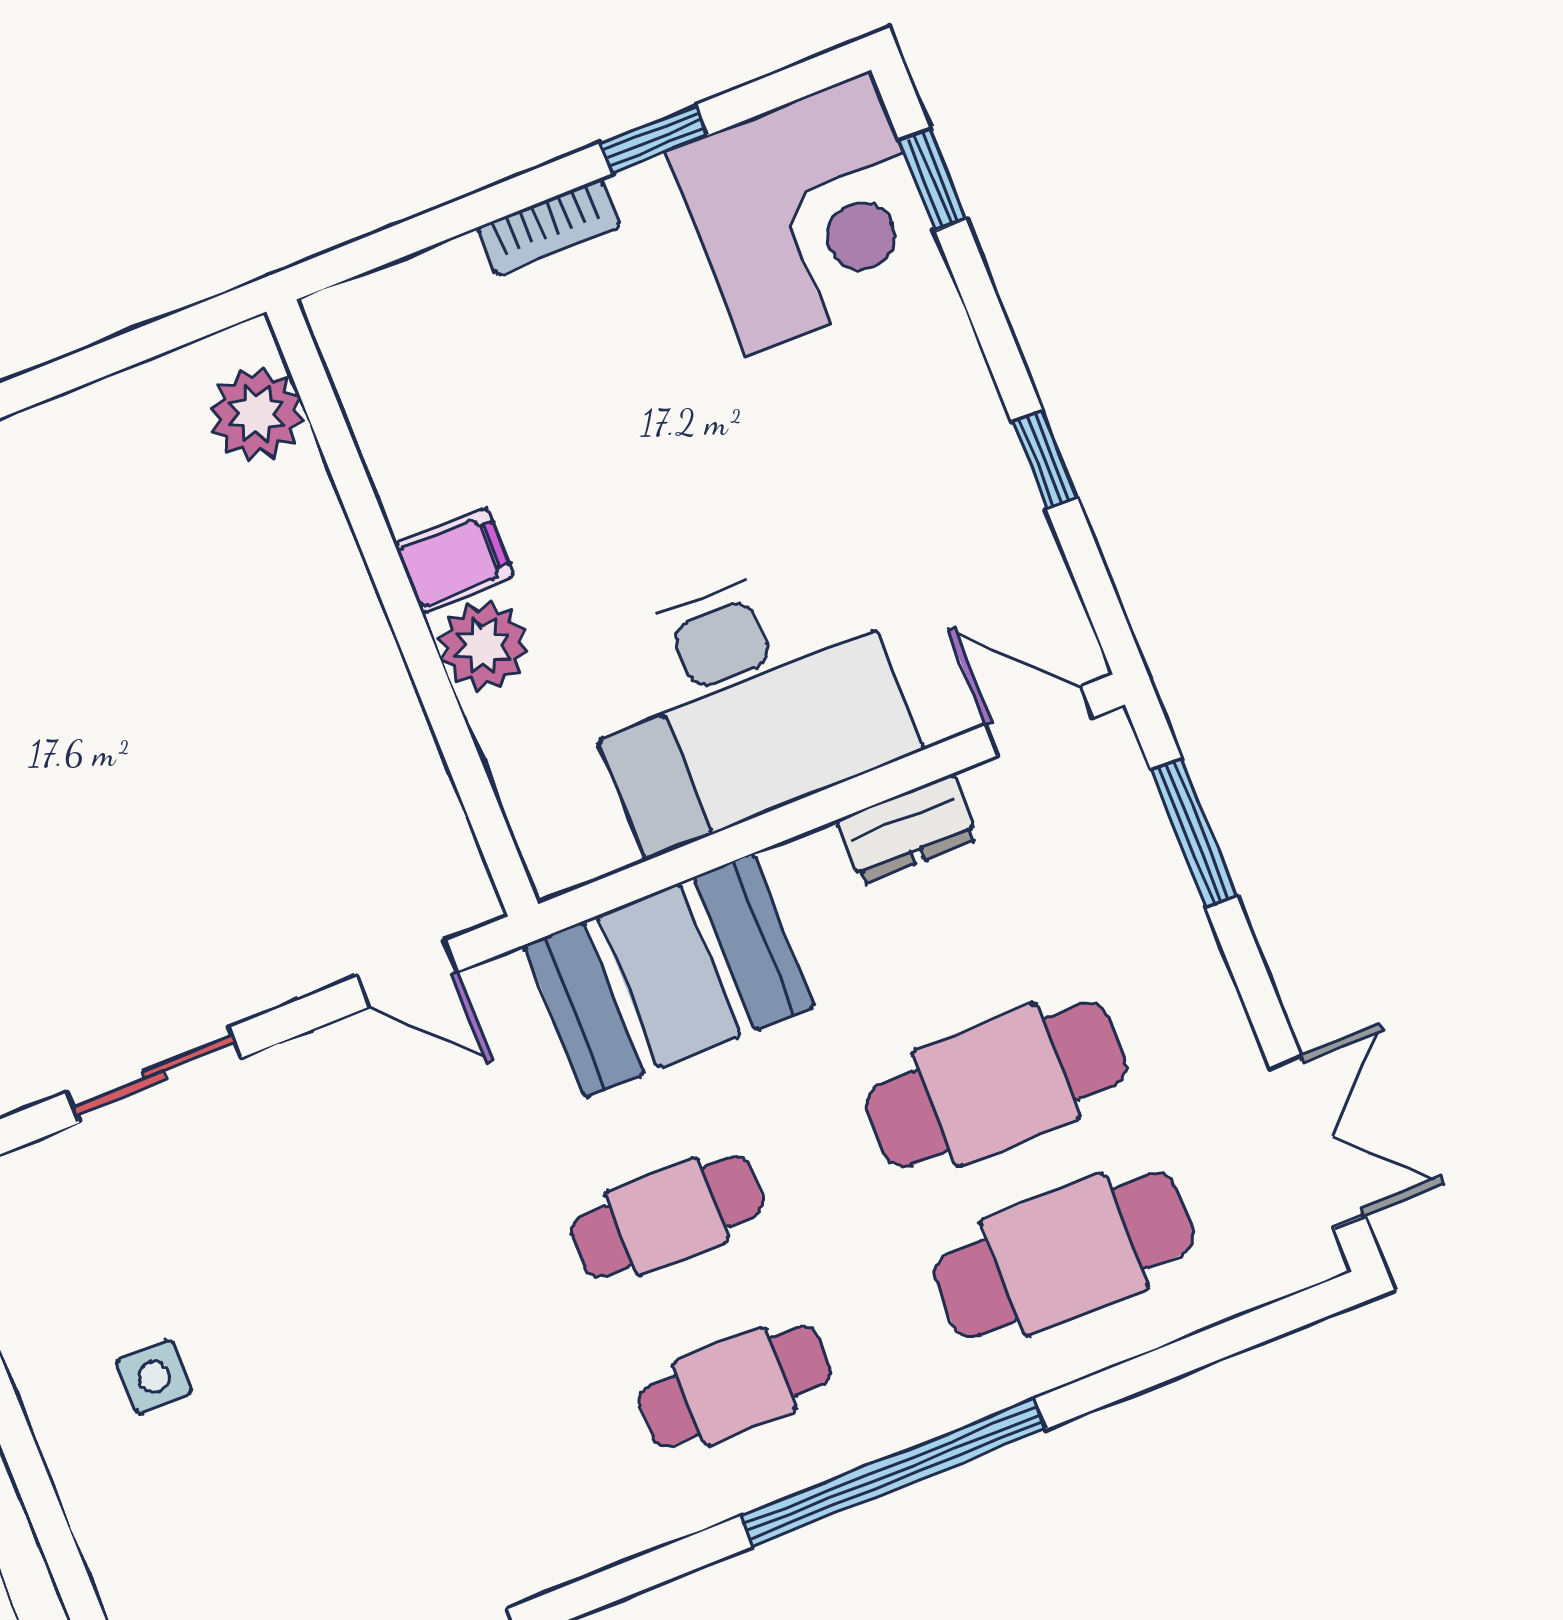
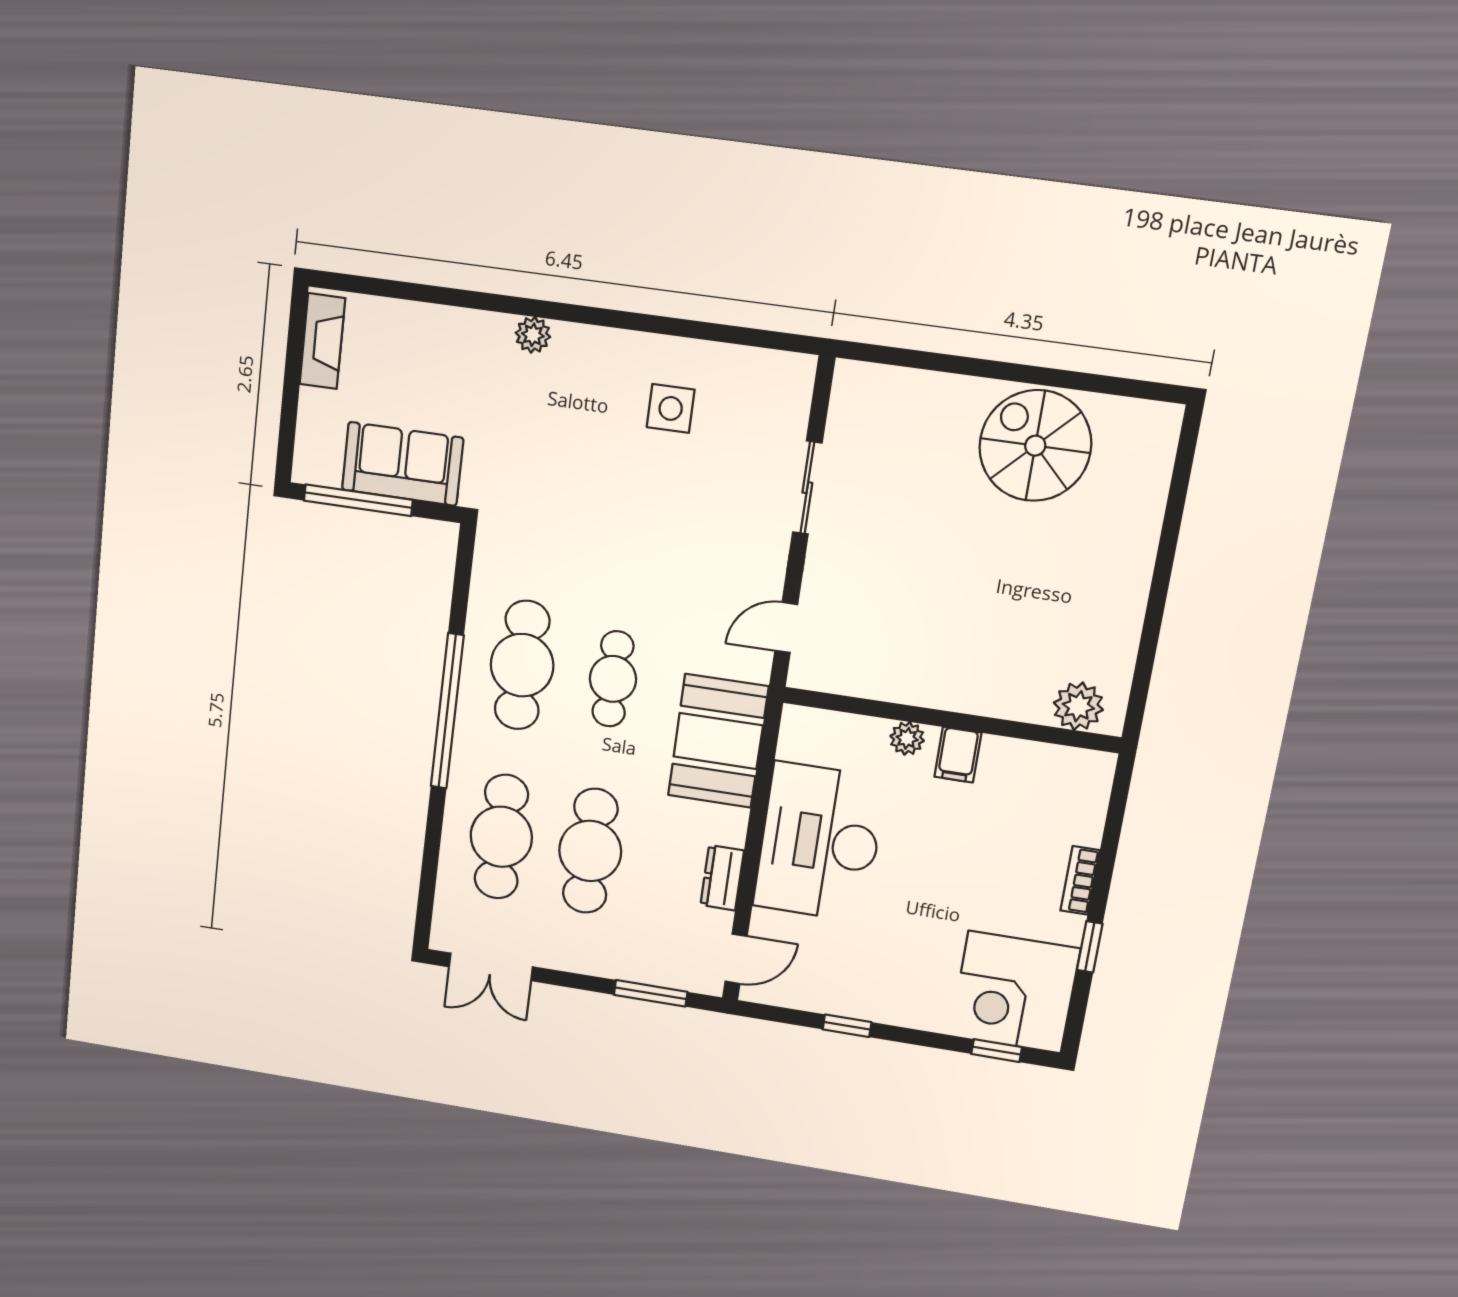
plant: (483, 645) -> (907, 738), width x0.73, depth x0.73
side table: (154, 1377) -> (671, 408), width x1.37, depth x1.37
cafe table: (735, 1386) -> (522, 665), width x1.37, depth x1.35

